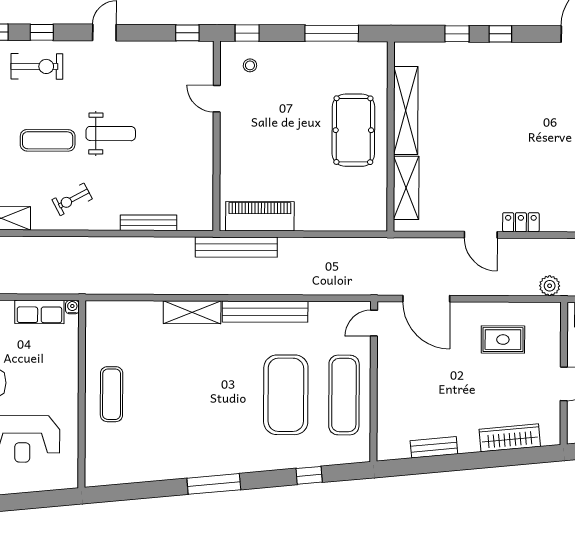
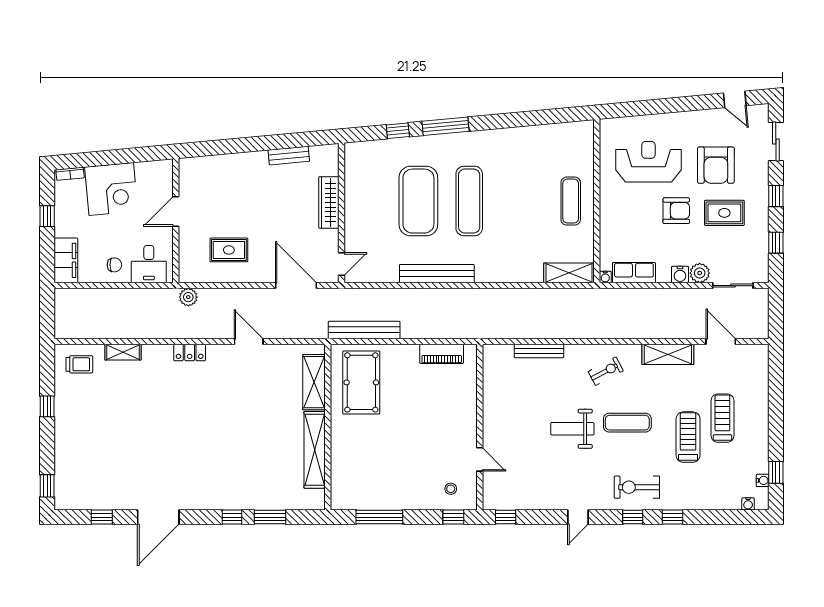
window: (457, 34) -> (270, 517), width x1.50
pool table: (353, 130) -> (361, 382), moved
piano: (260, 216) -> (442, 354), width x0.73, depth x0.75
locker: (521, 222) -> (190, 352), moved
bench: (236, 247) -> (364, 330), moved
shelving: (192, 312) -> (569, 273), moved
exercise mat: (344, 395) -> (469, 201), moved
wardrobe: (510, 438) -> (329, 202), moved, turned 95
window: (214, 484) -> (446, 126), moved

